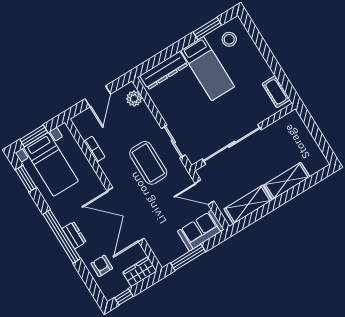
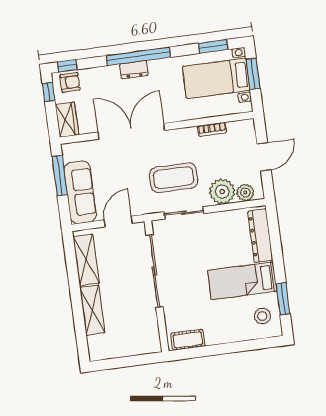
door: (98, 96) -> (264, 157), swing flipped
plant: (142, 118) -> (222, 192), added
sofa: (201, 230) -> (80, 192), width x1.36
armchair: (102, 266) -> (70, 82), moved
window: (95, 291) -> (67, 66), added

